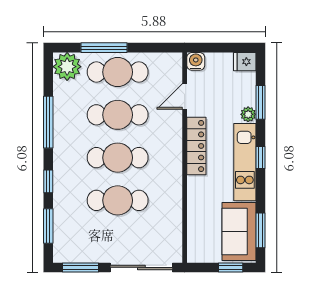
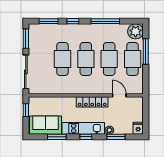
water cooler: (196, 61) -> (138, 102), removed
window: (260, 230) -> (57, 137), moved
window: (231, 267) -> (26, 110), moved

